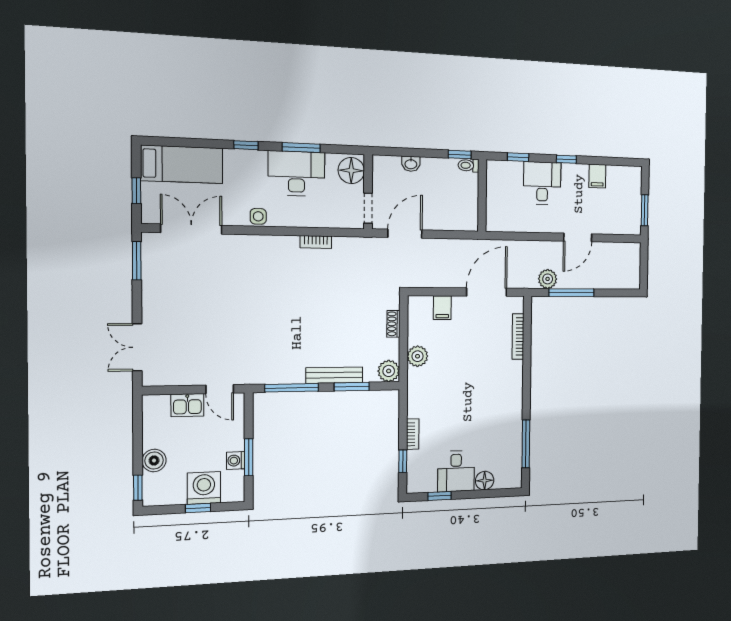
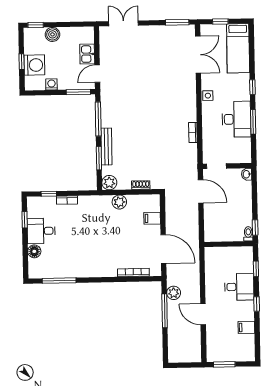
washbasin: (411, 164) -> (247, 174), moved
floor lamp: (351, 171) -> (240, 155), removed
window: (249, 457) -> (78, 92), moved

